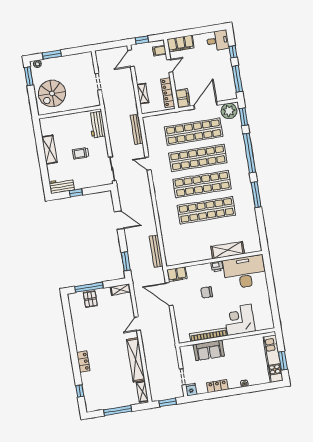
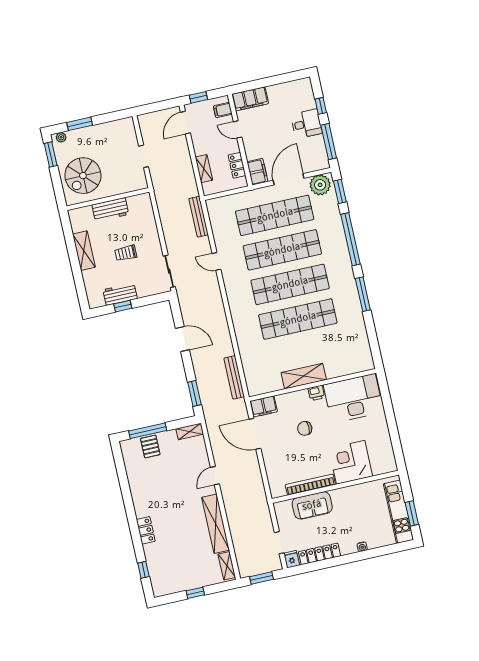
desk: (218, 40) -> (307, 124), moved
door: (170, 66) -> (238, 129), swing flipped
locker: (168, 93) -> (237, 165), width x0.66
workbench: (97, 125) -> (110, 210), moved, turned -90
workbench: (62, 186) -> (120, 294), moved
shelving: (228, 250) -> (304, 376), moved
locker: (217, 386) -> (319, 554), width x1.53
window: (118, 410) -> (195, 593), width x0.46

